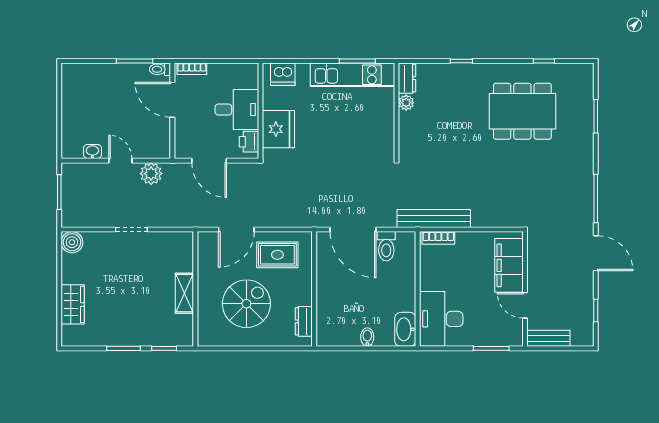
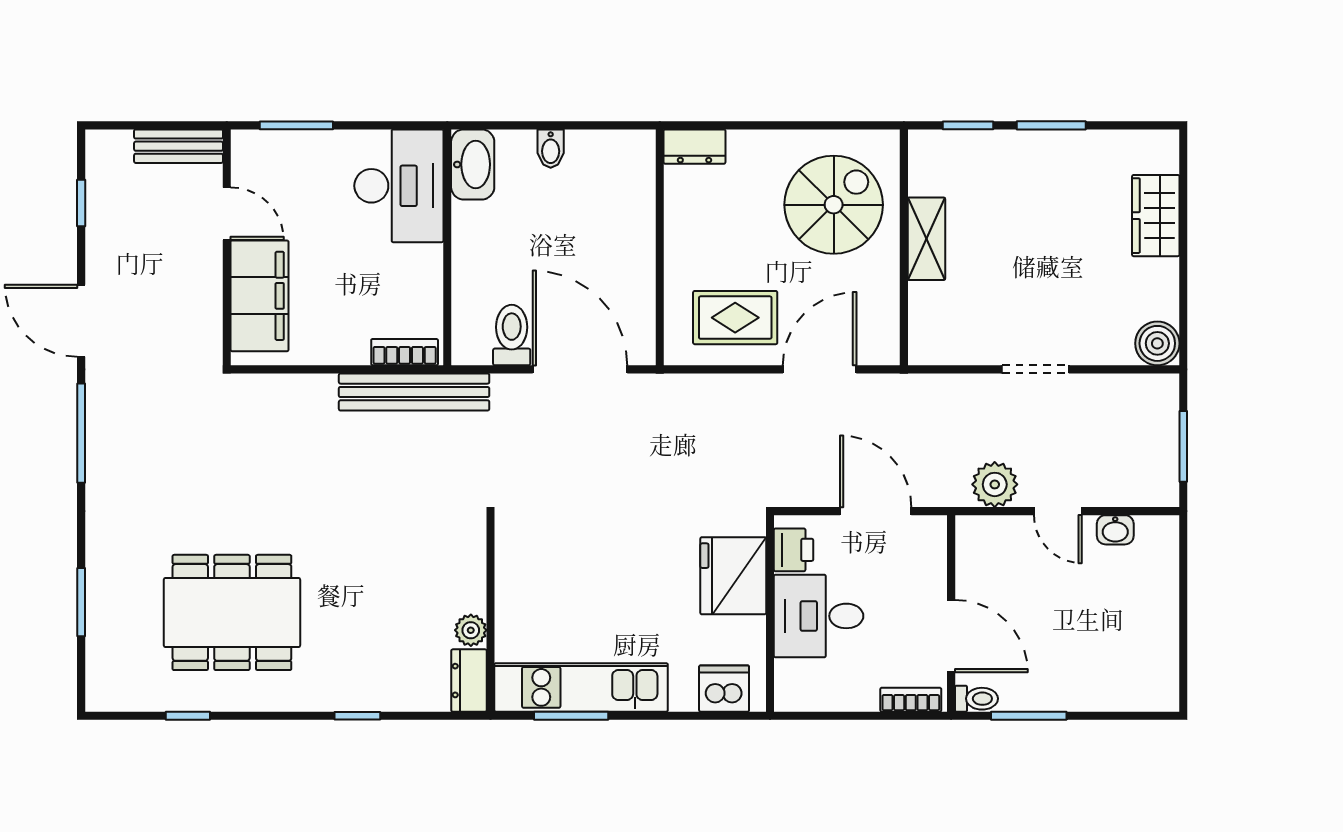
spiral stairs: (246, 304) -> (834, 205), moved, turned 180
dresser: (304, 321) -> (695, 147), moved, turned 90

